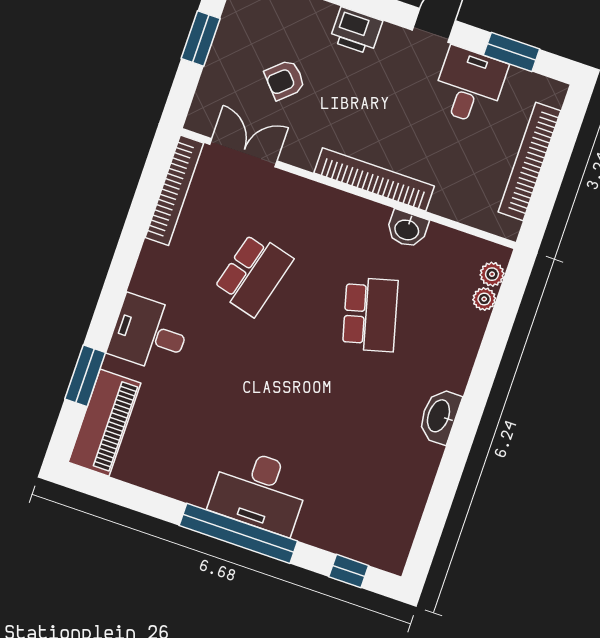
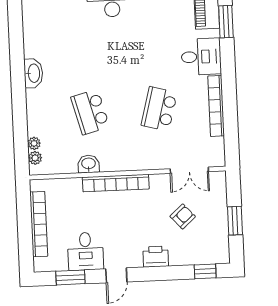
bookcase: (174, 190) -> (216, 106), moved

